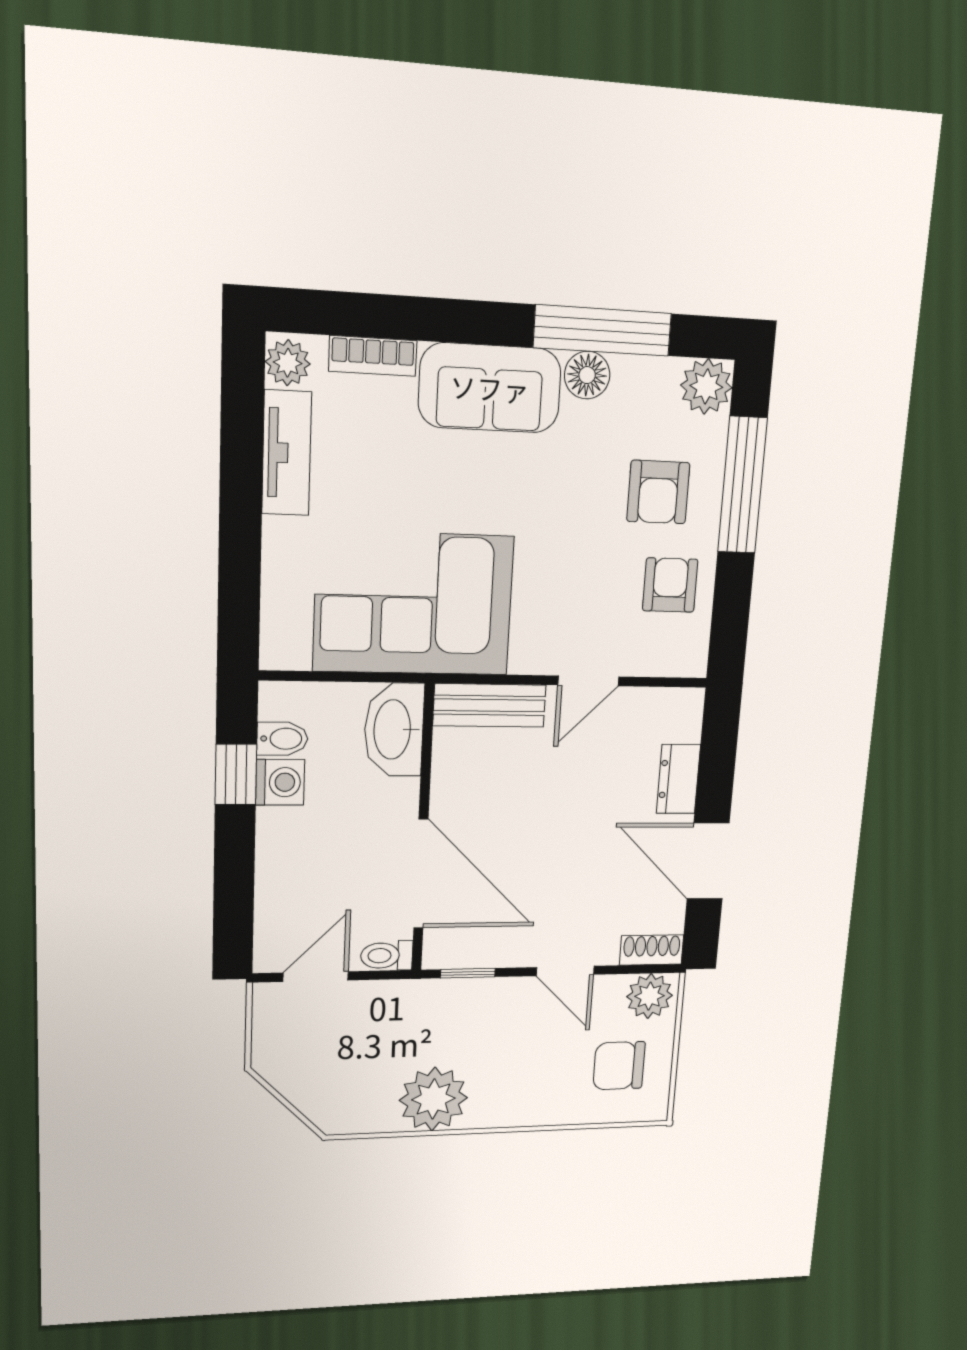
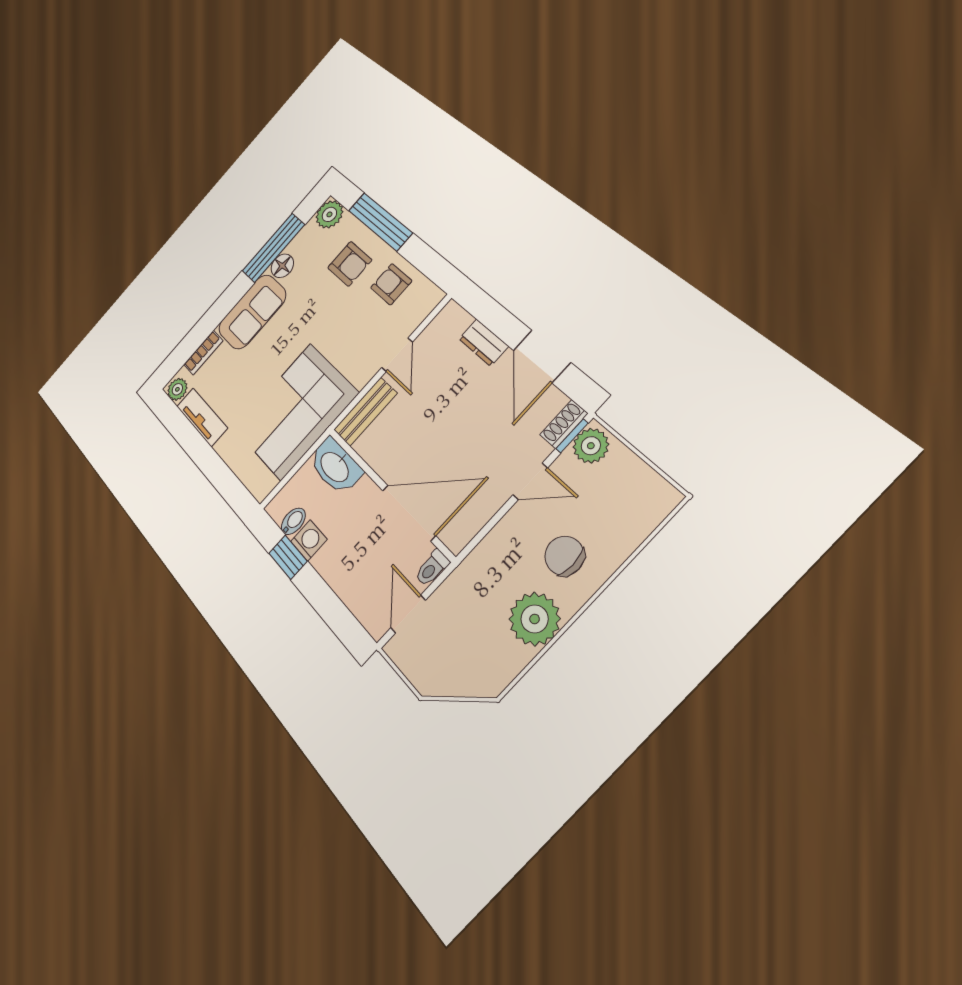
door: (708, 861) -> (542, 356), hinge flipped
window: (468, 973) -> (572, 436), moved
chair: (619, 1066) -> (564, 556), moved, turned 90

